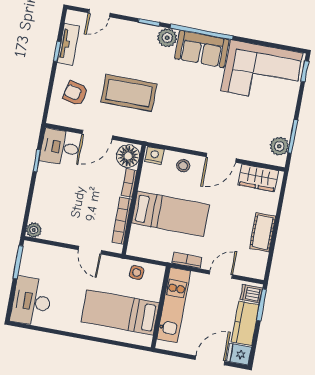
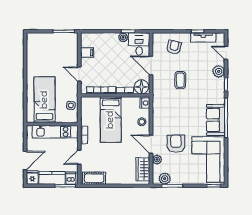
plant: (167, 38) -> (219, 71), moved
coffee table: (129, 93) -> (180, 80), width x0.54, depth x0.58
armchair: (227, 118) -> (176, 144), added
plant: (247, 153) -> (157, 160), added
plant: (34, 230) -> (123, 37), moved
filing cabinet: (58, 232) -> (87, 52), added
cot: (263, 232) -> (94, 178), moved
door: (90, 250) -> (79, 74), hinge flipped
door: (221, 274) -> (79, 157), swing flipped
desk: (31, 302) -> (41, 44), removed
door: (210, 360) -> (25, 160), hinge flipped

